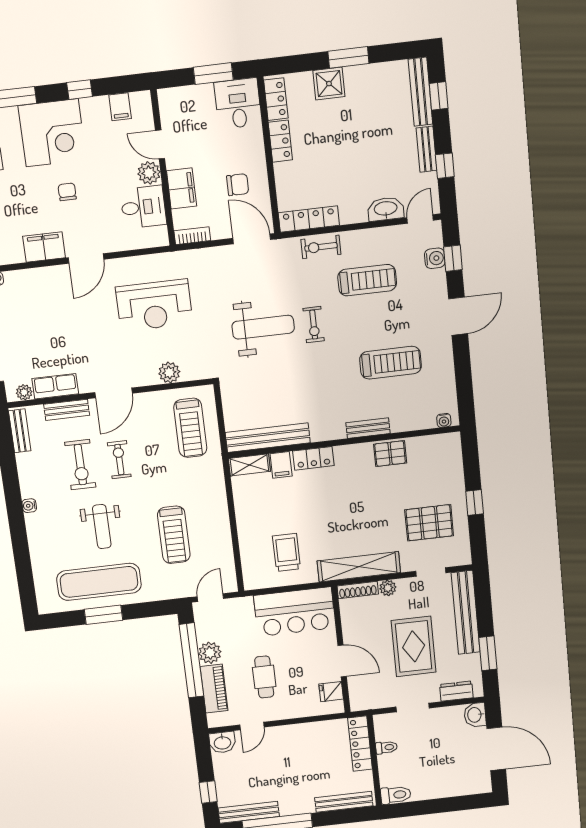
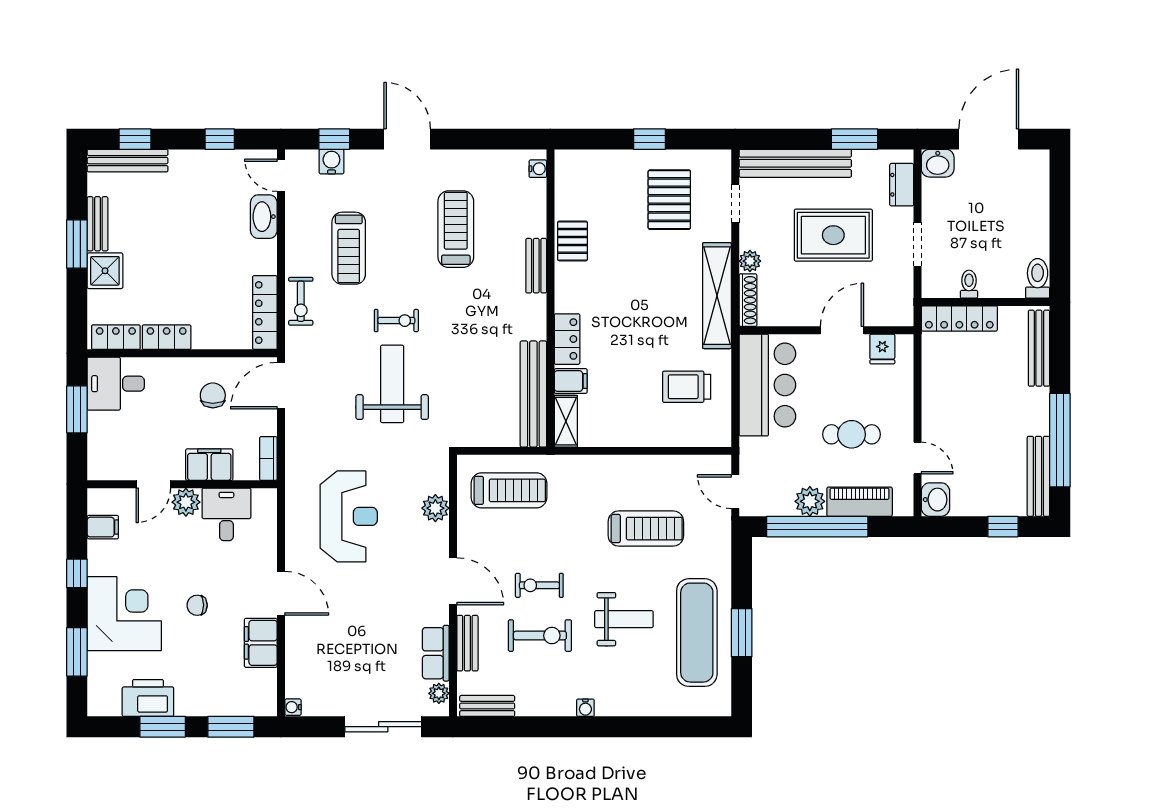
bench: (426, 149) -> (98, 224), moved, turned 90
treadmill: (367, 280) -> (349, 248), turned 180

